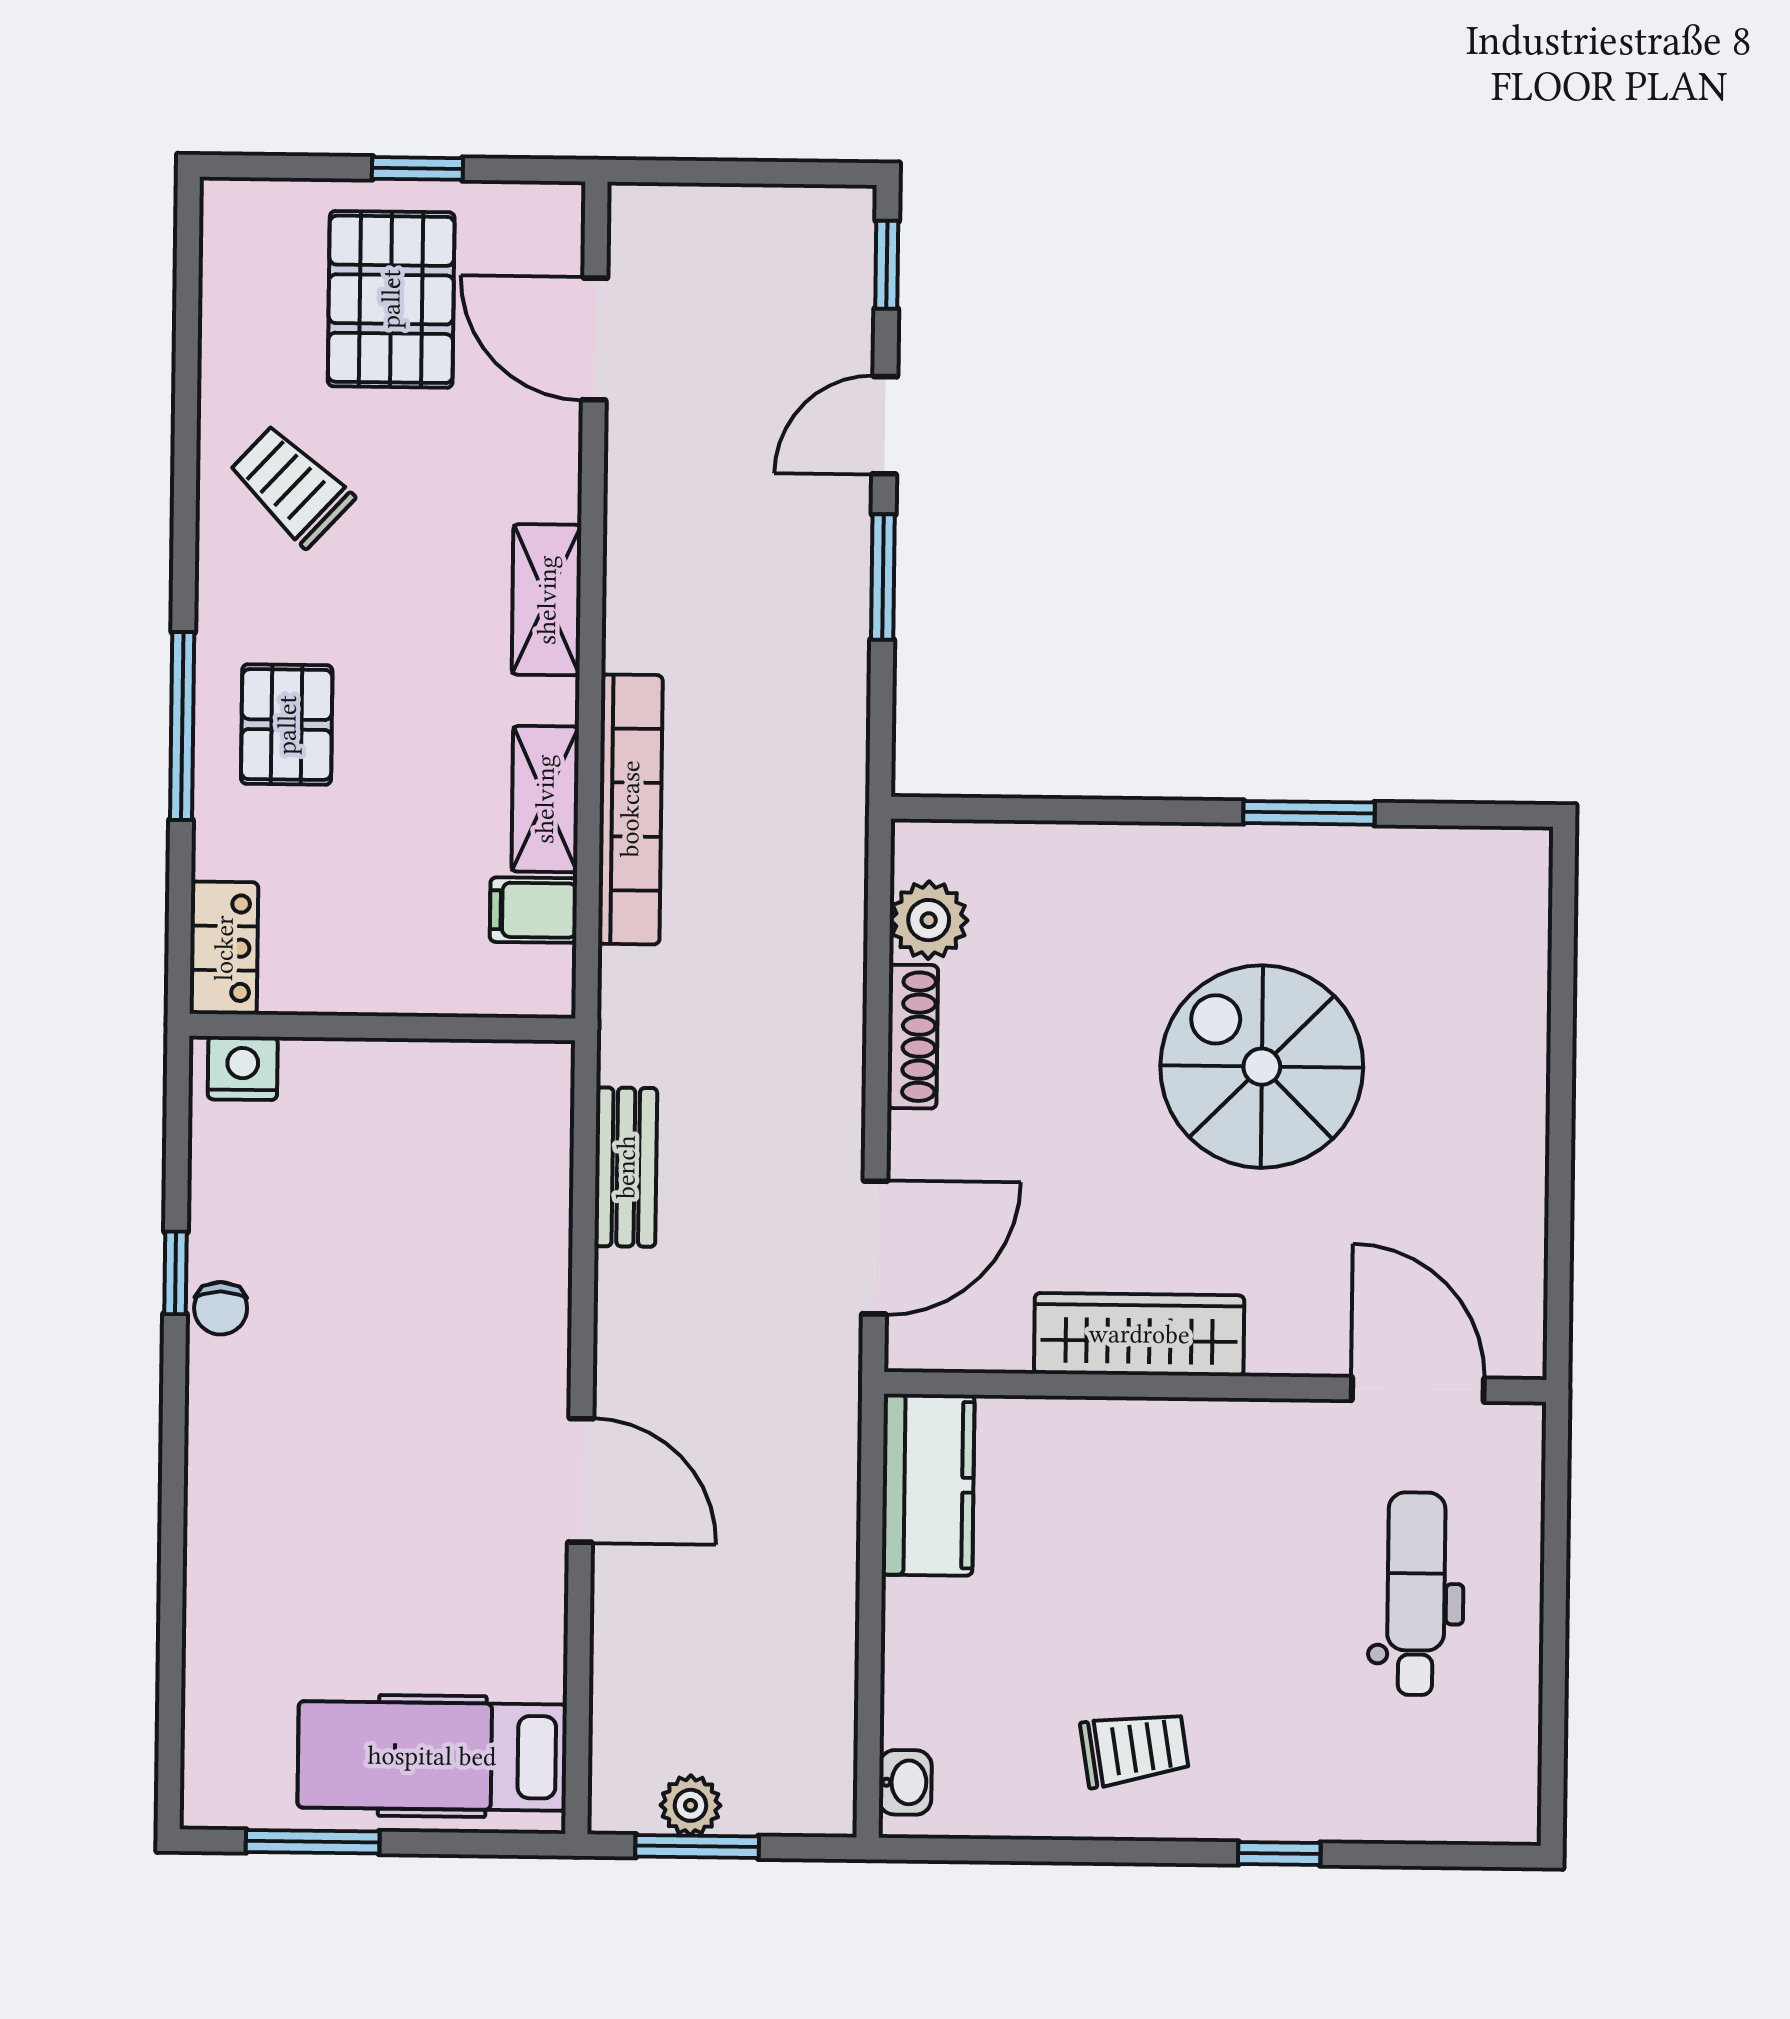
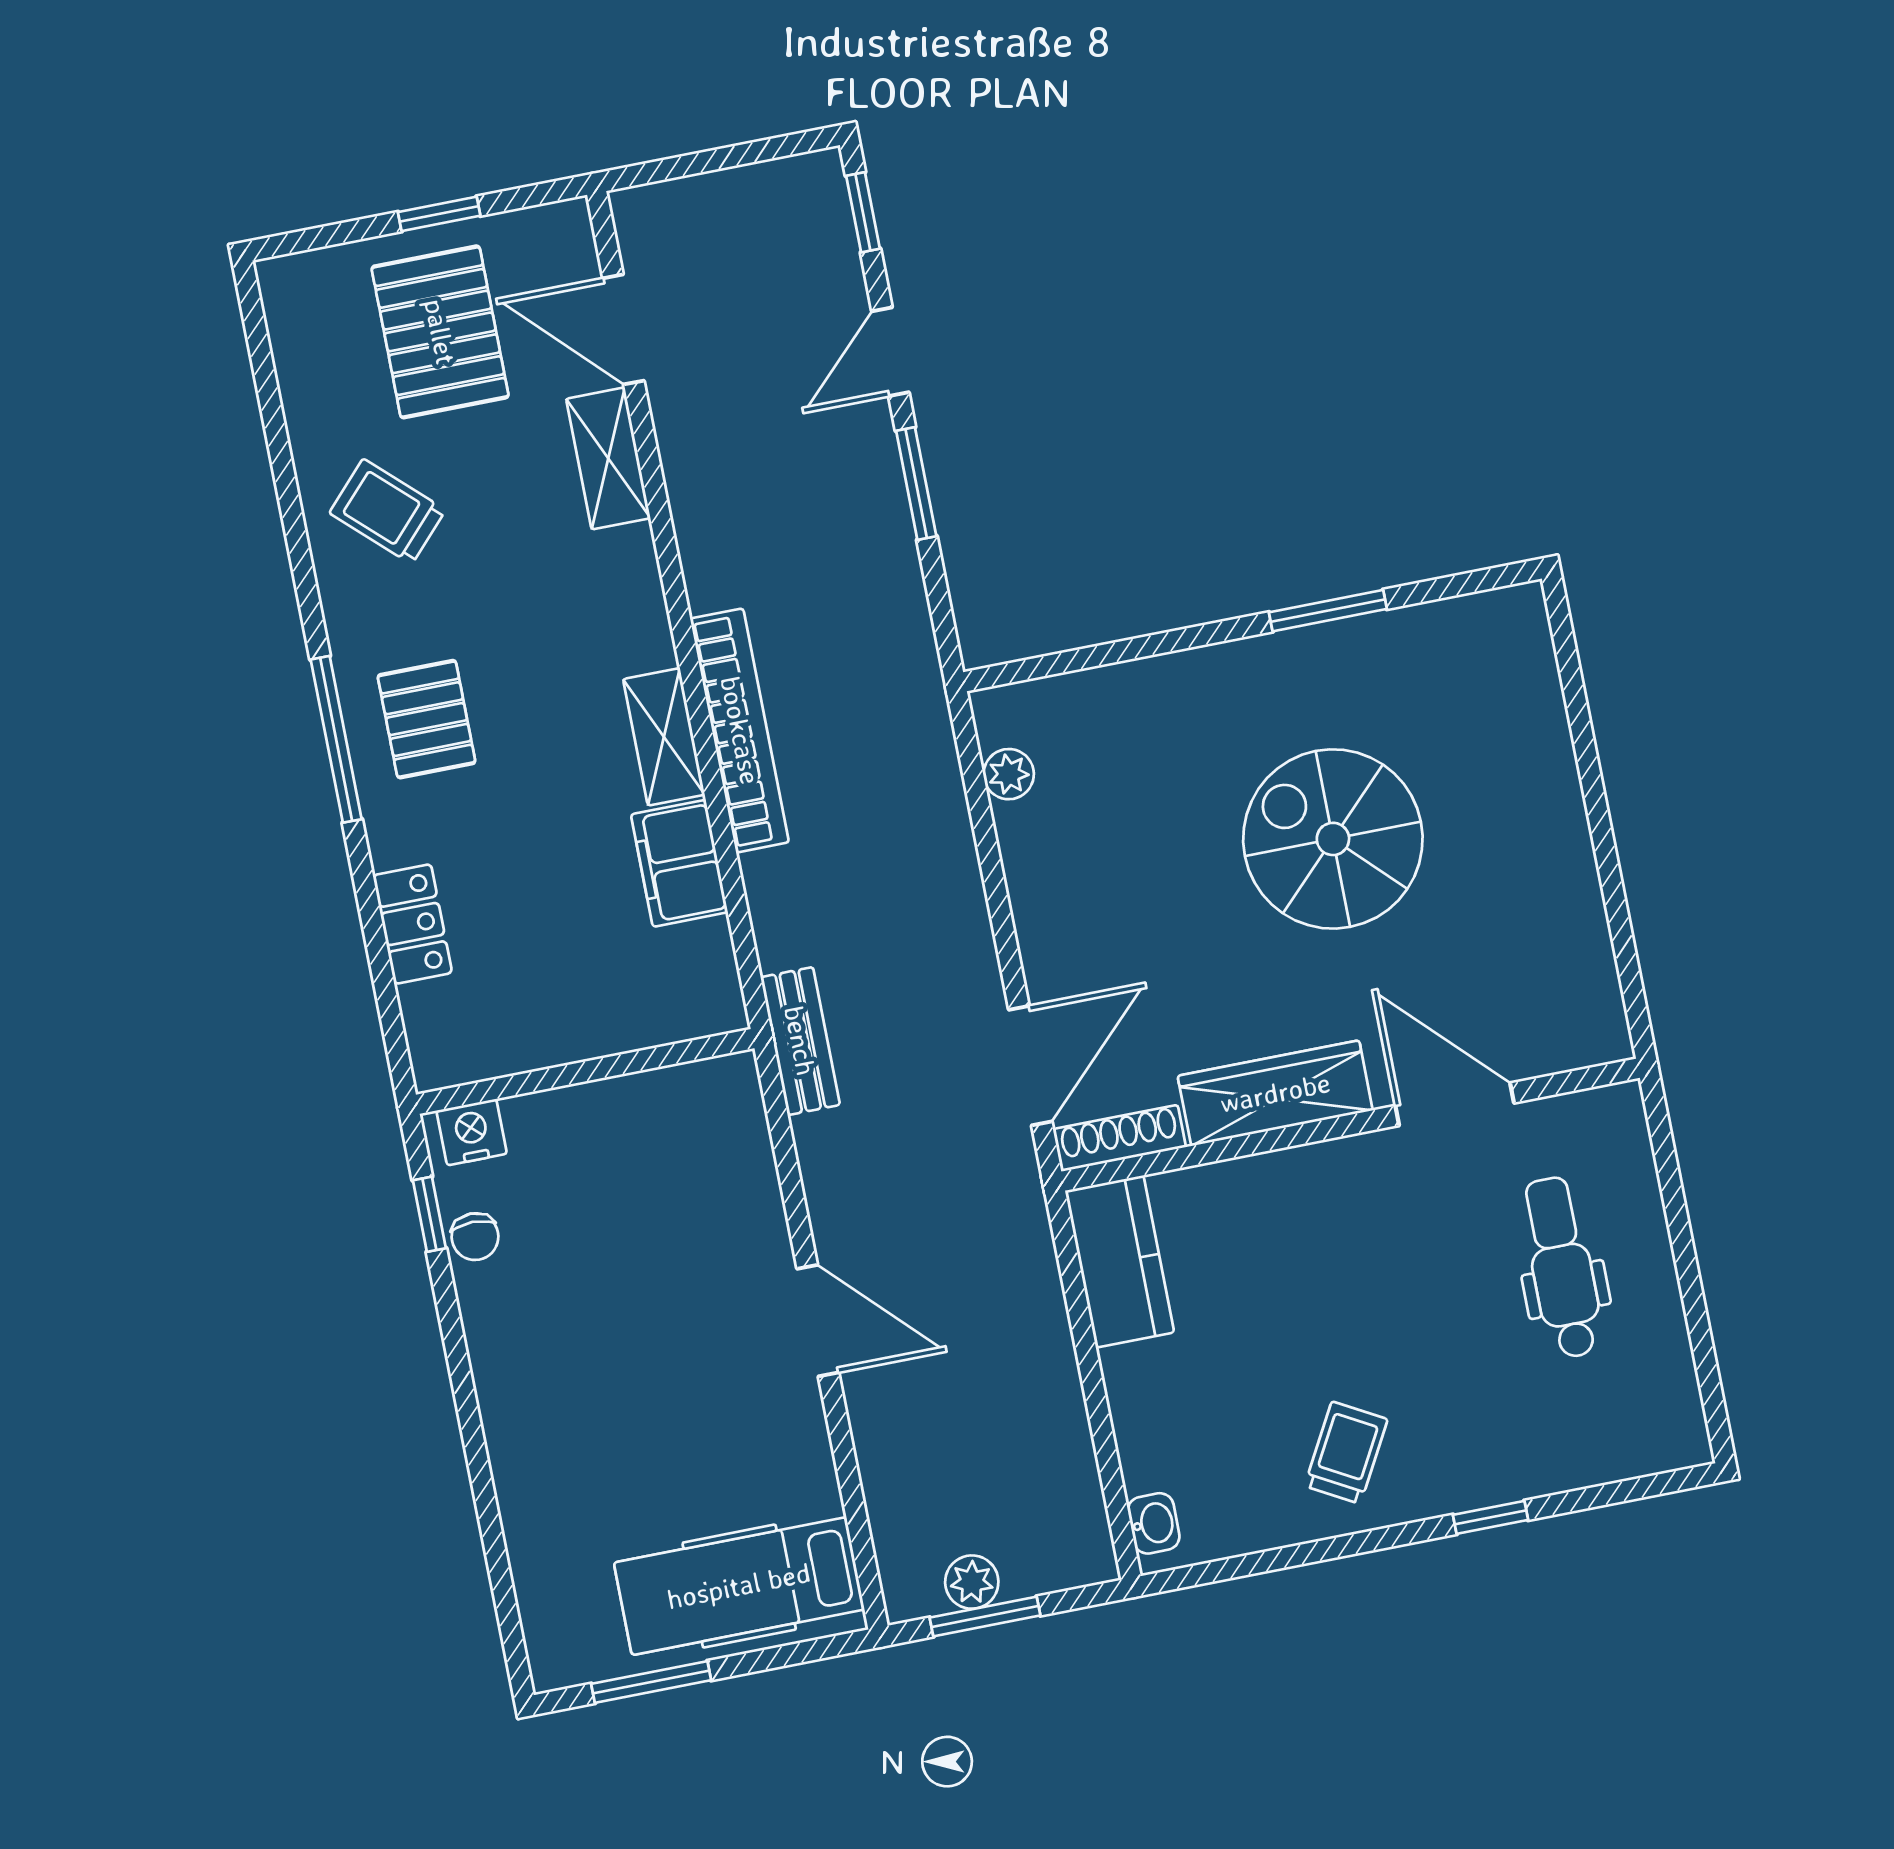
shelving: (547, 600) -> (608, 458), moved
filing cabinet: (533, 910) -> (679, 863), width x2.00
plant: (929, 920) -> (1009, 774), width x0.73, depth x0.73
wall: (382, 1027) -> (585, 1071), moved
shoe rack: (913, 1037) -> (1120, 1138), moved, turned -90
nightstand: (243, 1068) -> (472, 1132), moved
door: (1418, 1389) -> (1455, 1104), moved
trolley: (1135, 1749) -> (1346, 1453), turned -52

